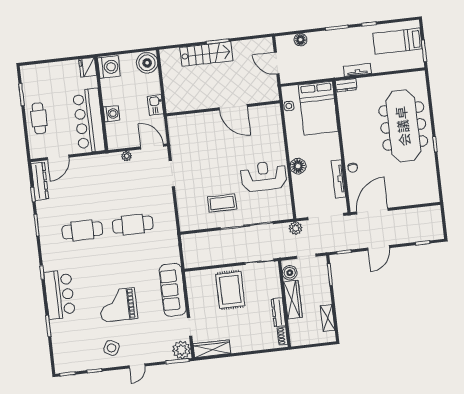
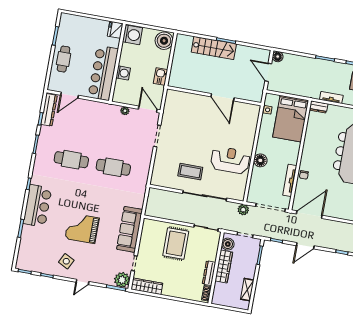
floor lamp: (300, 40) -> (278, 57), moved

